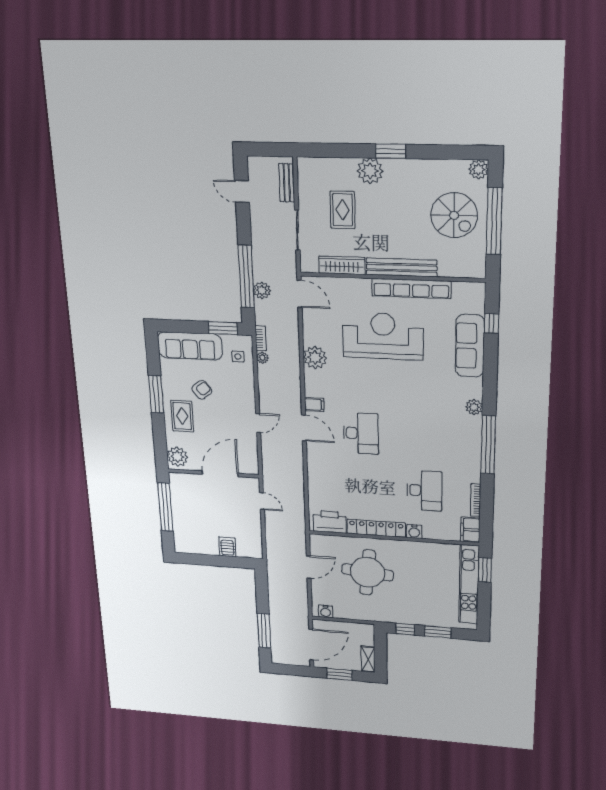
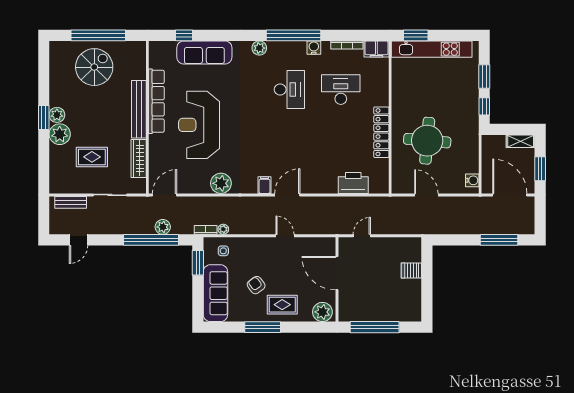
plant: (479, 169) -> (57, 115), moved
desk: (361, 433) -> (289, 90), moved, turned 90
printer: (330, 522) -> (353, 183), moved, turned 90
water cooler: (414, 532) -> (314, 48), moved, turned -90

